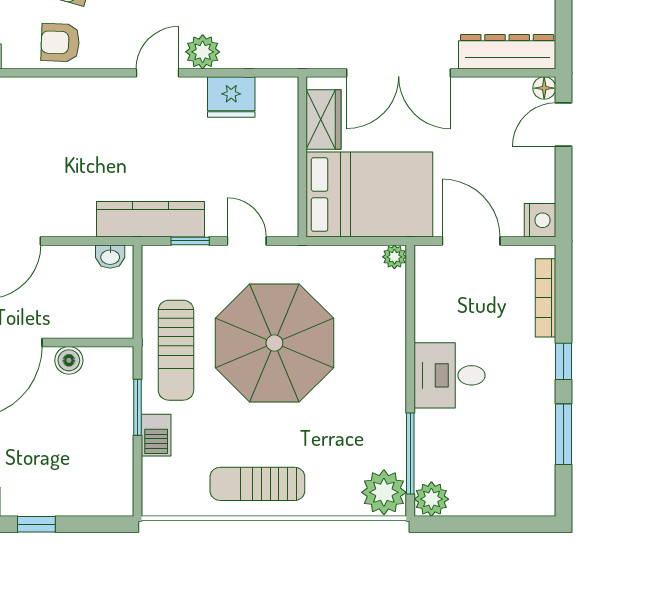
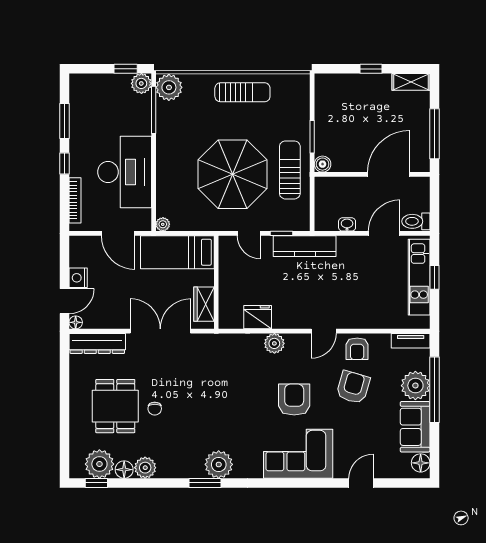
armchair: (60, 43) -> (357, 349), turned 88
door: (158, 73) -> (324, 331), moved
bed: (369, 194) -> (177, 252), width x0.67
nightstand: (540, 220) -> (78, 278), moved
washbasin: (110, 257) -> (347, 224), moved
boiler: (69, 360) -> (323, 164), moved
desk: (450, 375) -> (125, 172), width x1.87, depth x1.30
barbecue: (156, 435) -> (301, 121), removed
window: (458, 524) -> (126, 69), added

